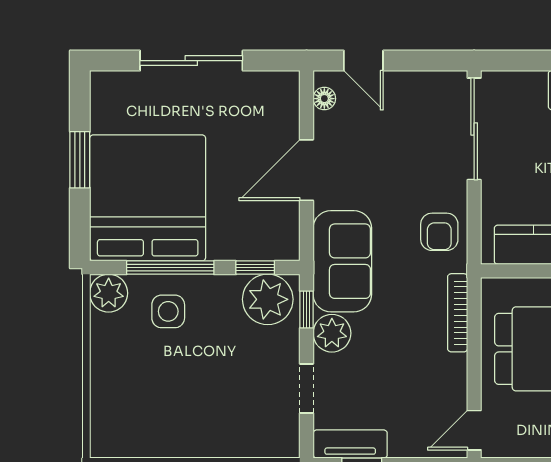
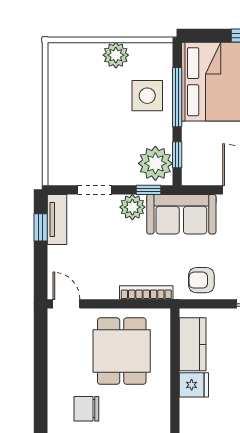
plant: (109, 293) -> (116, 55), moved
side table: (168, 311) -> (147, 96), width x1.37, depth x1.37

